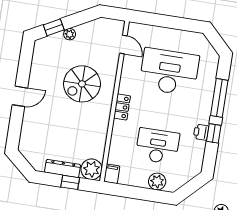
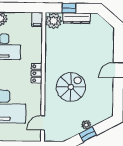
window: (54, 27) -> (88, 134), moved
door: (123, 44) -> (43, 123), hinge flipped

